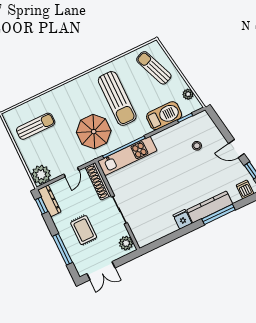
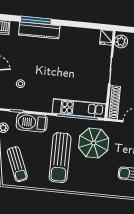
sun lounger: (117, 98) -> (60, 158), turned 180
fridge: (182, 219) -> (106, 37), moved

